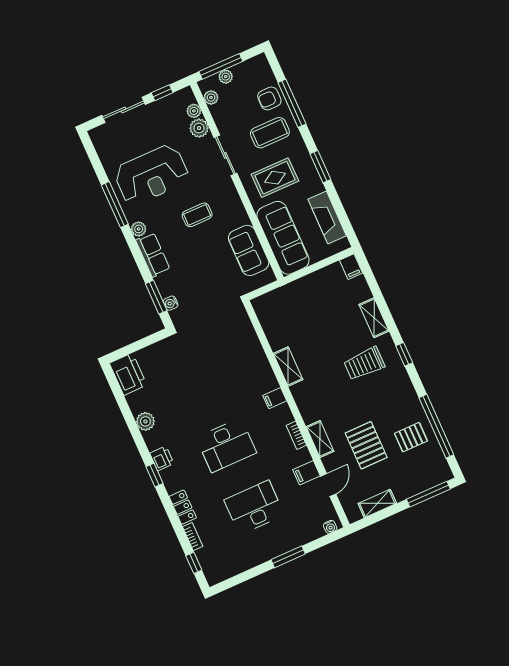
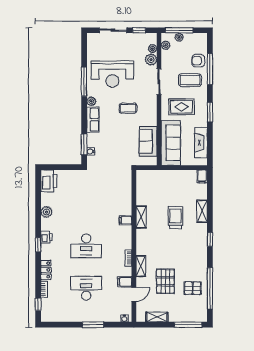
trolley: (364, 364) -> (175, 217), moved, turned 90
filing cabinet: (275, 398) -> (126, 220), moved

